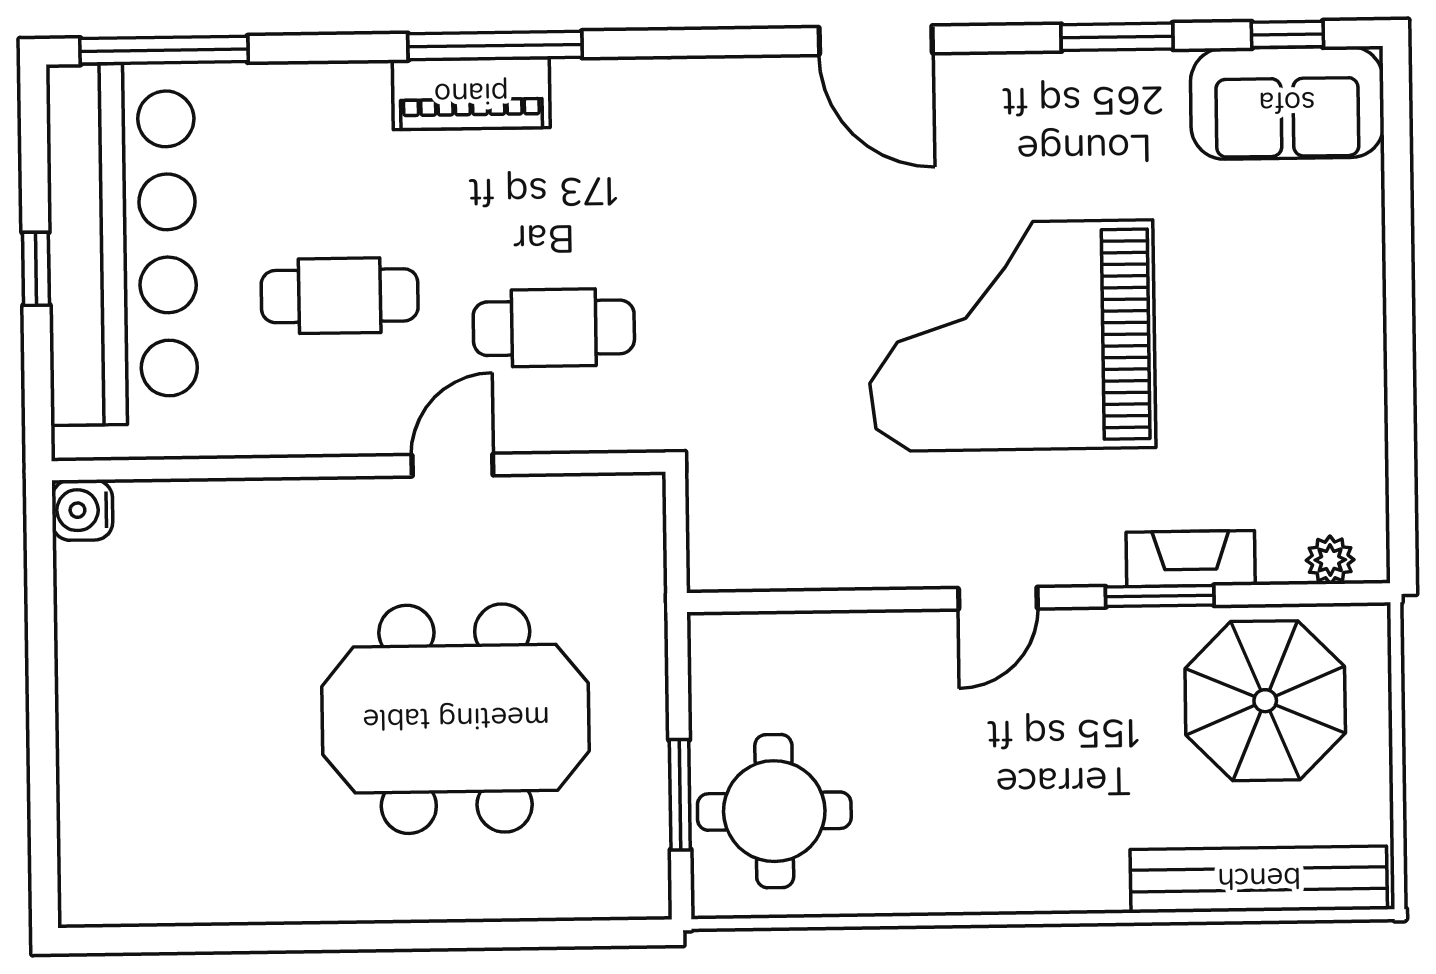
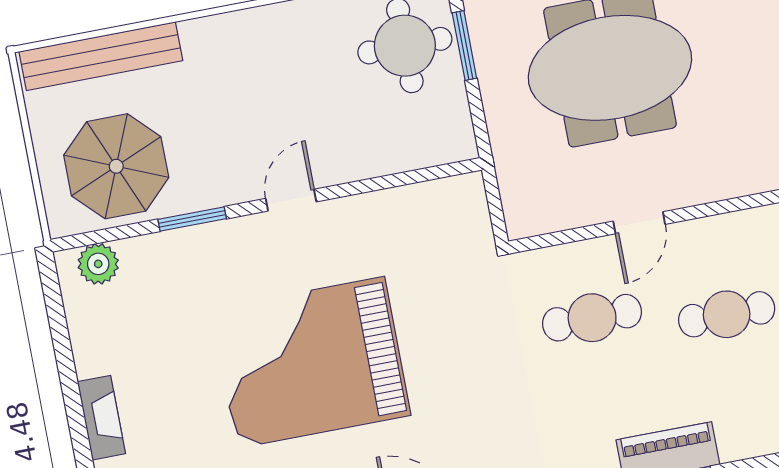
grand piano: (1012, 336) -> (311, 362), turned 180
fireplace: (1191, 559) -> (101, 418), moved, turned -90
plant: (1330, 560) -> (98, 264), width x1.38, depth x1.38

